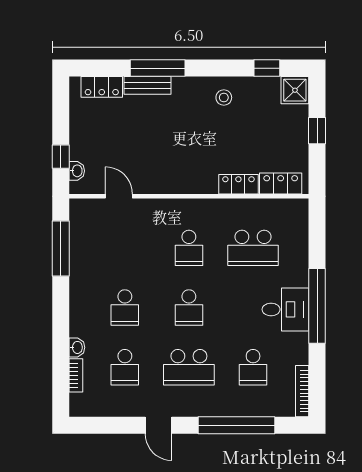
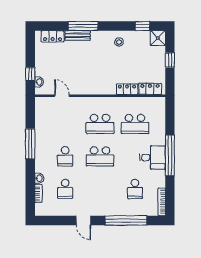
window: (61, 248) -> (30, 144), moved
school desk: (189, 248) -> (100, 124), width x1.85
school desk: (189, 308) -> (100, 156), width x1.85
school desk: (189, 367) -> (100, 189), removed

